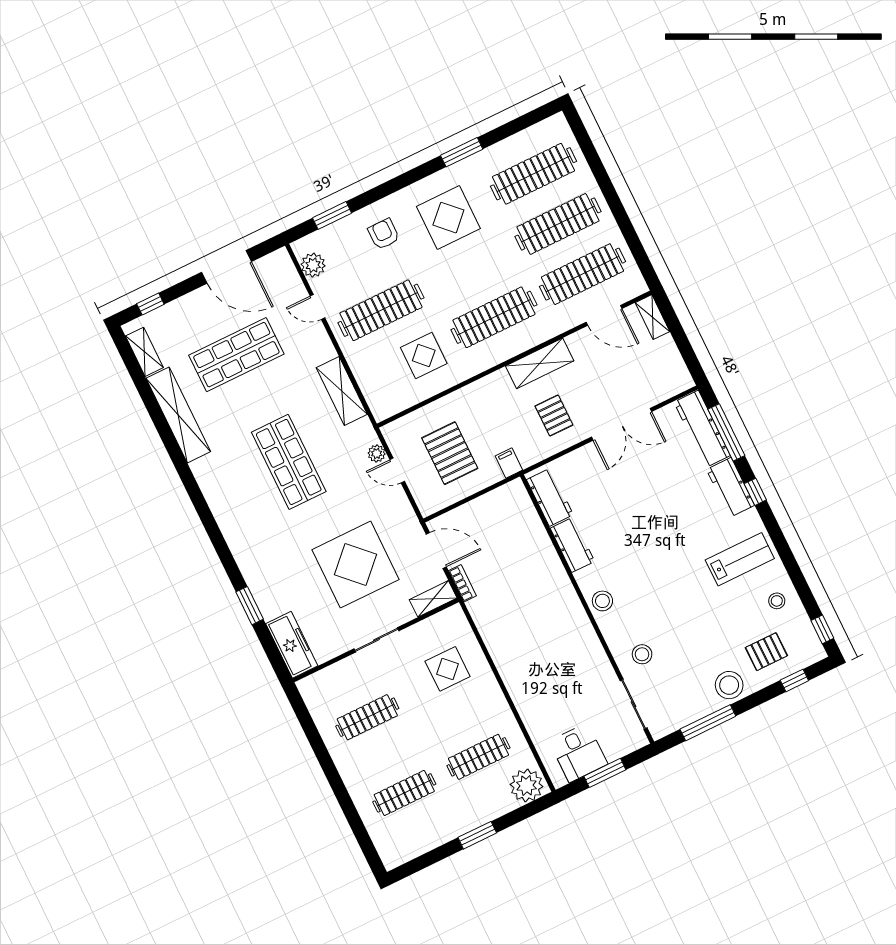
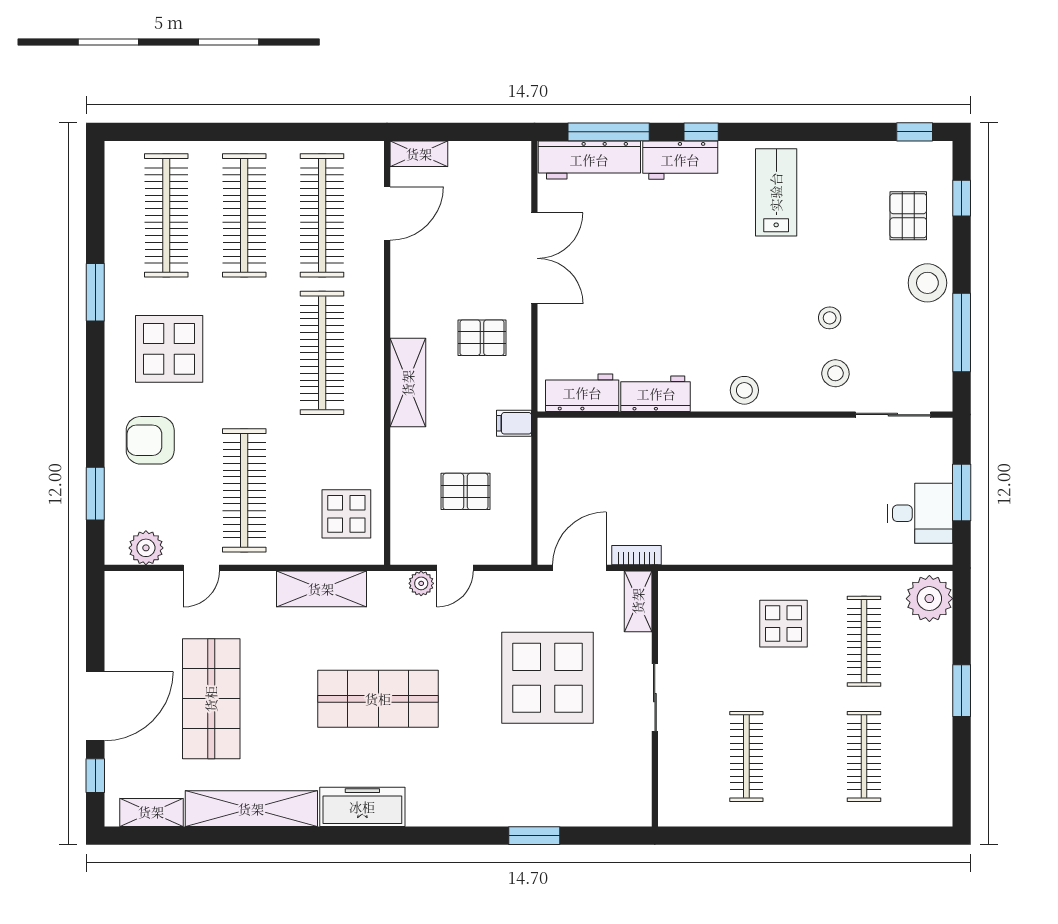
armchair: (384, 234) -> (150, 440), width x1.38, depth x1.38
door: (227, 267) -> (95, 706), moved
display table: (424, 355) -> (346, 514), moved
shelving: (540, 363) -> (408, 383), moved
pallet: (450, 453) -> (465, 491), width x0.67, depth x0.71
stool: (777, 601) -> (830, 318), moved
freezer: (292, 645) -> (362, 807), moved
display table: (448, 669) -> (783, 624), moved

